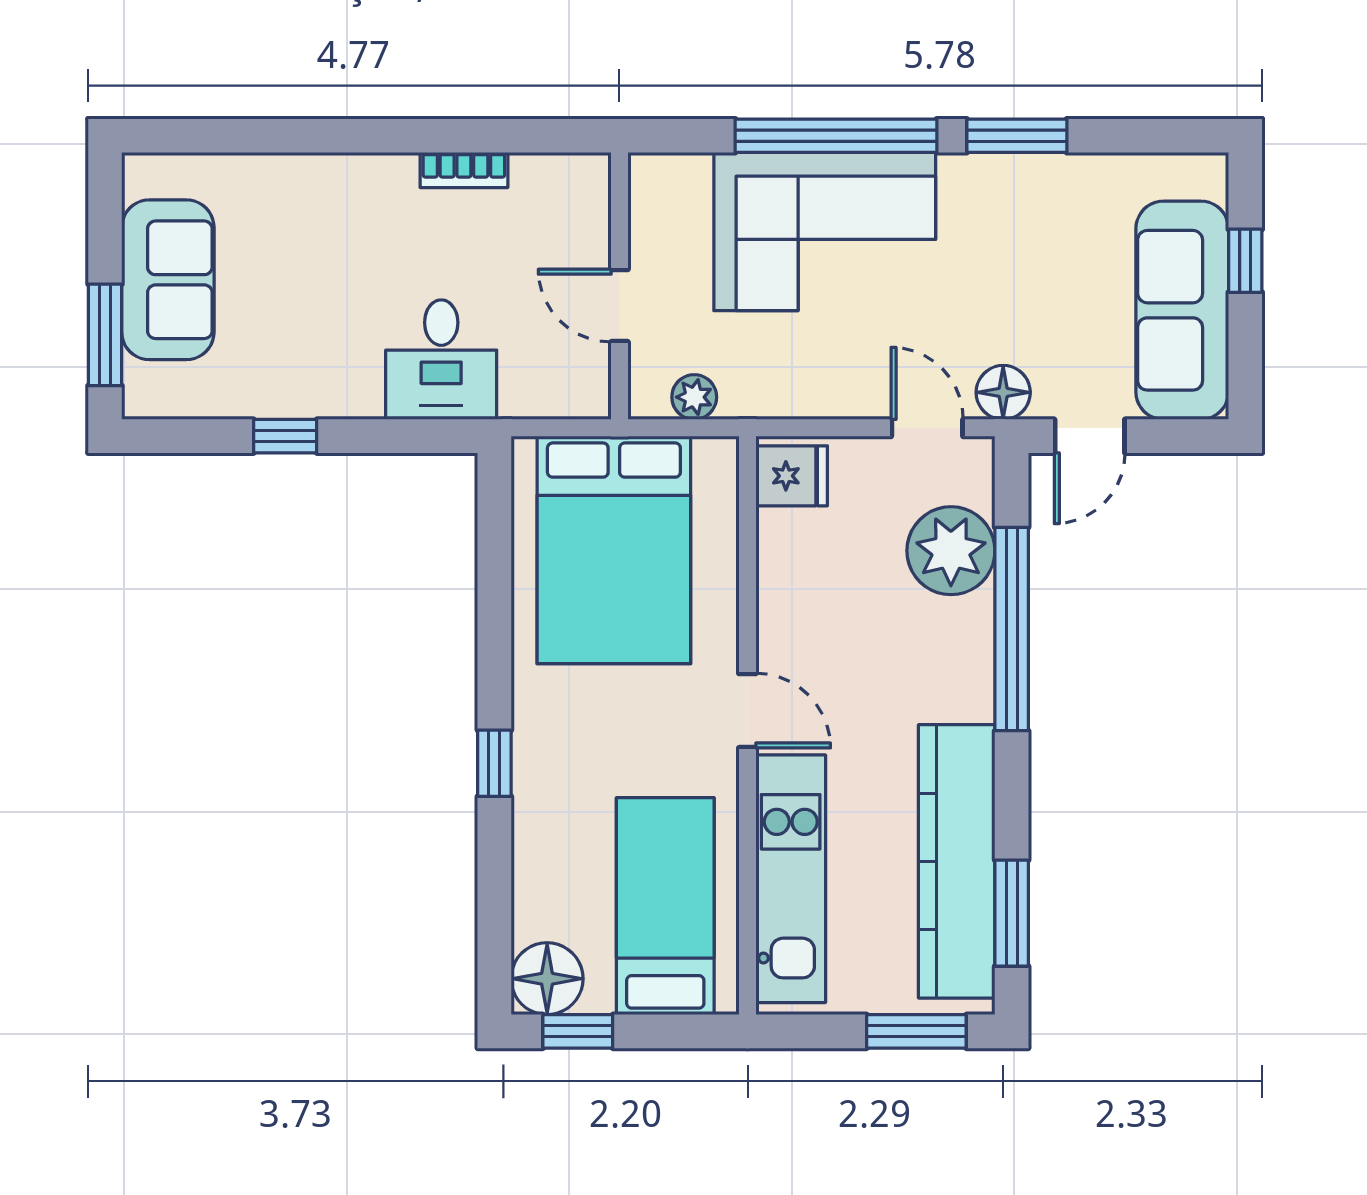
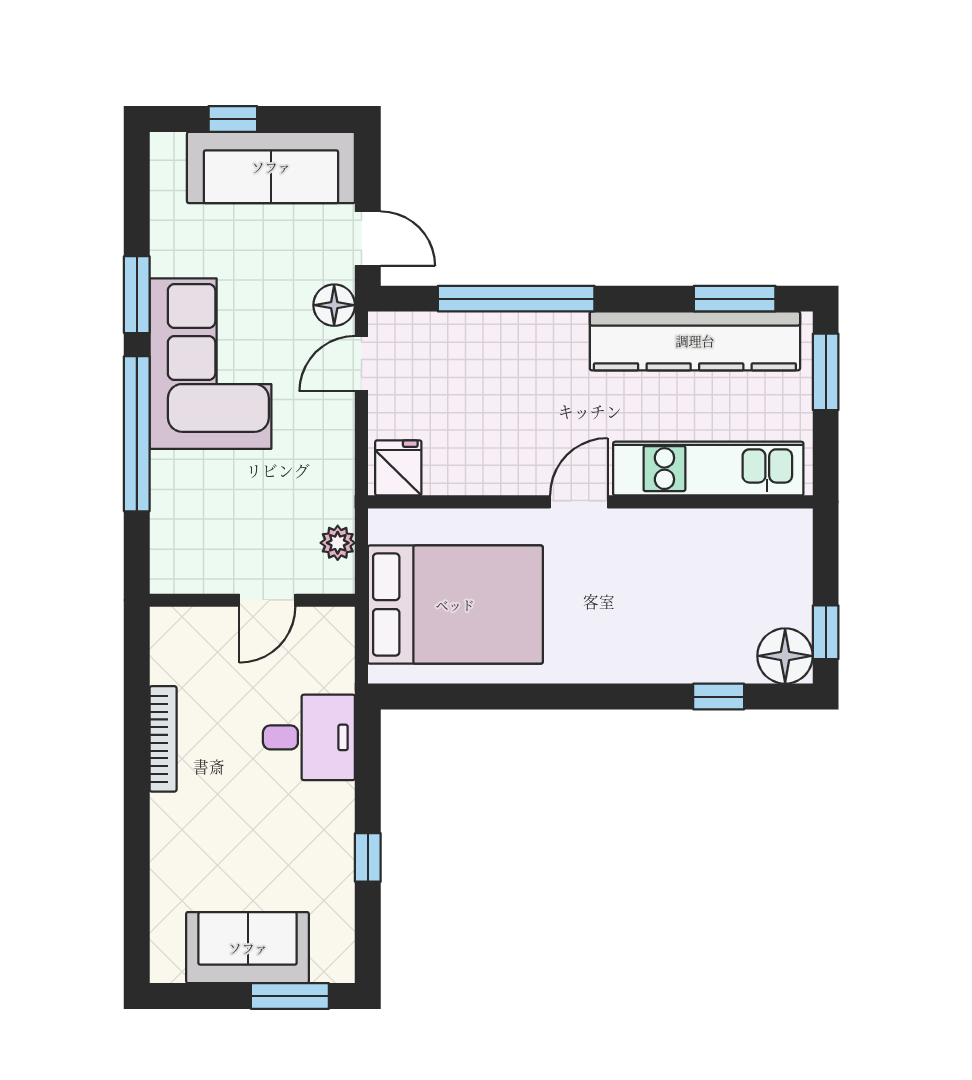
bookcase: (464, 170) -> (163, 739), width x1.56
corner sofa: (825, 232) -> (210, 364), moved
plant: (951, 551) -> (456, 345), removed
window: (494, 763) -> (719, 697), moved
bed: (665, 906) -> (729, 565), removed

